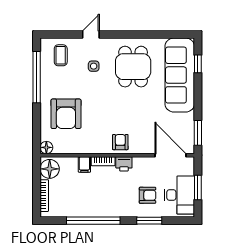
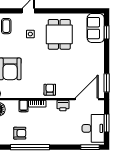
sofa: (180, 75) -> (96, 28), width x0.54, depth x0.79
door: (171, 155) -> (87, 99), hinge flipped
printer: (124, 164) -> (63, 106), moved
armchair: (148, 195) -> (20, 133), moved
window: (149, 221) -> (90, 147), moved

